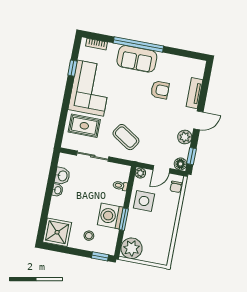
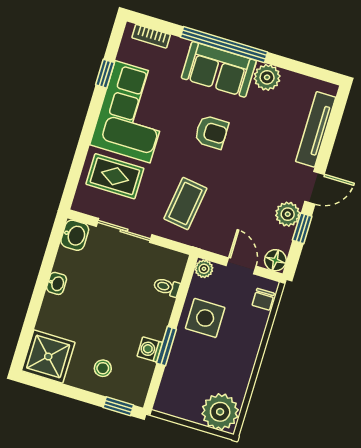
plant: (165, 60) -> (267, 77), added
armchair: (160, 90) -> (211, 132), moved
tv unit: (194, 93) -> (316, 129), width x1.41
coffee table: (126, 137) -> (185, 204), turned 65
window: (192, 156) -> (302, 228), moved
door: (161, 169) -> (241, 266), swing flipped
washbasin: (62, 176) -> (75, 235), moved
washing machine: (110, 216) -> (150, 349), width x0.53, depth x0.53
plant: (132, 248) -> (220, 412), moved

